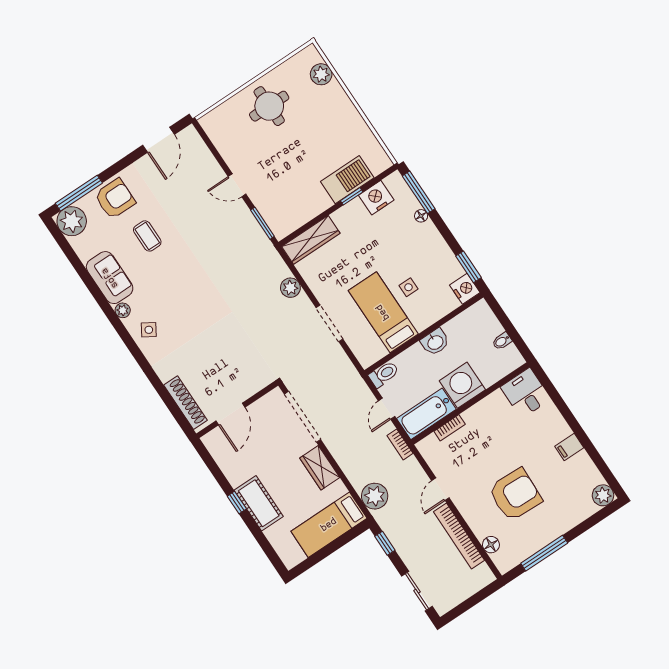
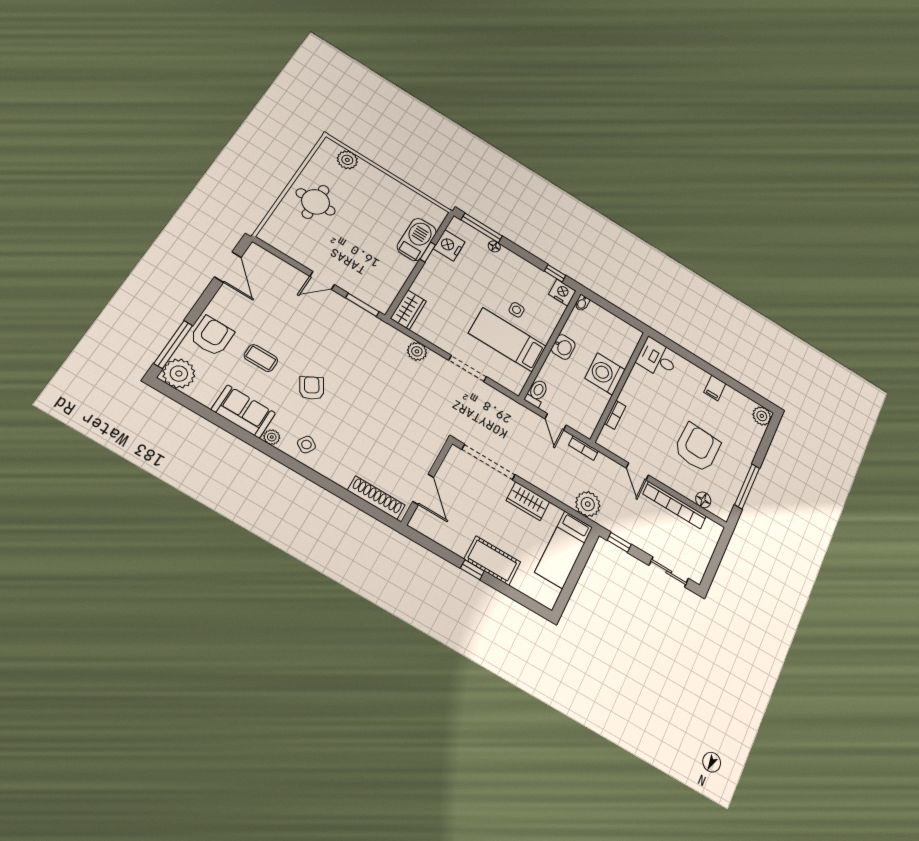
wardrobe: (311, 240) -> (408, 310), width x0.67
window: (468, 267) -> (555, 273), width x0.67
armchair: (178, 282) -> (312, 388), added
bidet: (502, 341) -> (582, 303), moved
bathtub: (426, 414) -> (590, 411), removed

